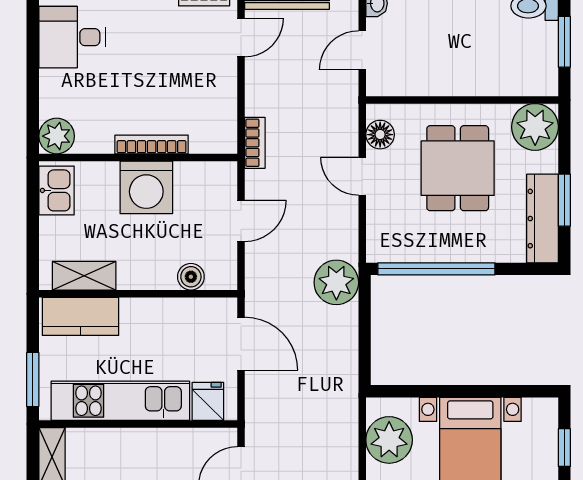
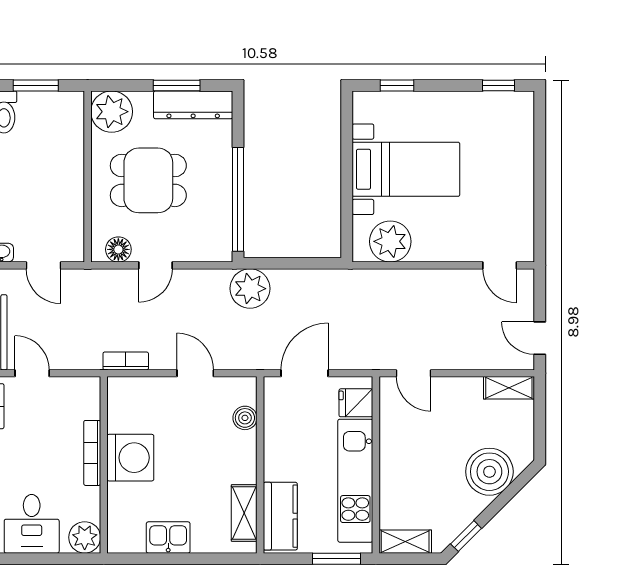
plant: (57, 136) -> (85, 537), moved
bookcase: (152, 144) -> (92, 453), moved
wall: (138, 157) -> (104, 465), moved
washing machine: (146, 187) -> (130, 458), moved

